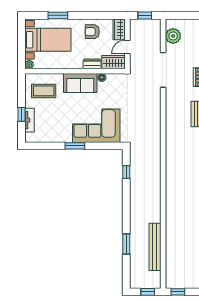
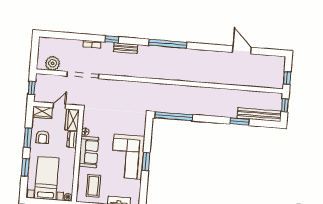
window: (90, 15) -> (28, 138), added
door: (127, 47) -> (59, 106), swing flipped
corner sofa: (96, 126) -> (128, 157), moved
window: (126, 172) -> (174, 116), width x3.17
bench: (155, 247) -> (259, 115), moved

